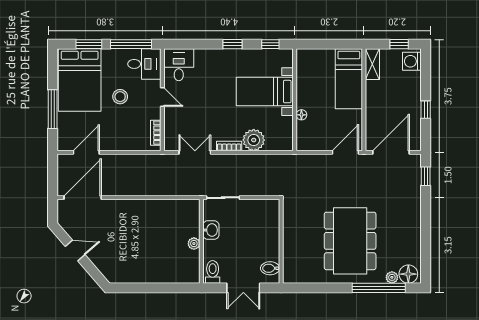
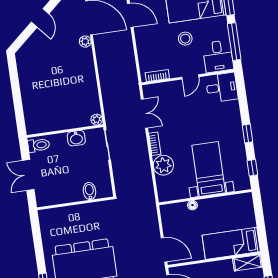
plant: (108, 205) -> (85, 42), added
plant: (194, 244) -> (97, 120), moved
bidet: (270, 268) -> (89, 191), moved

